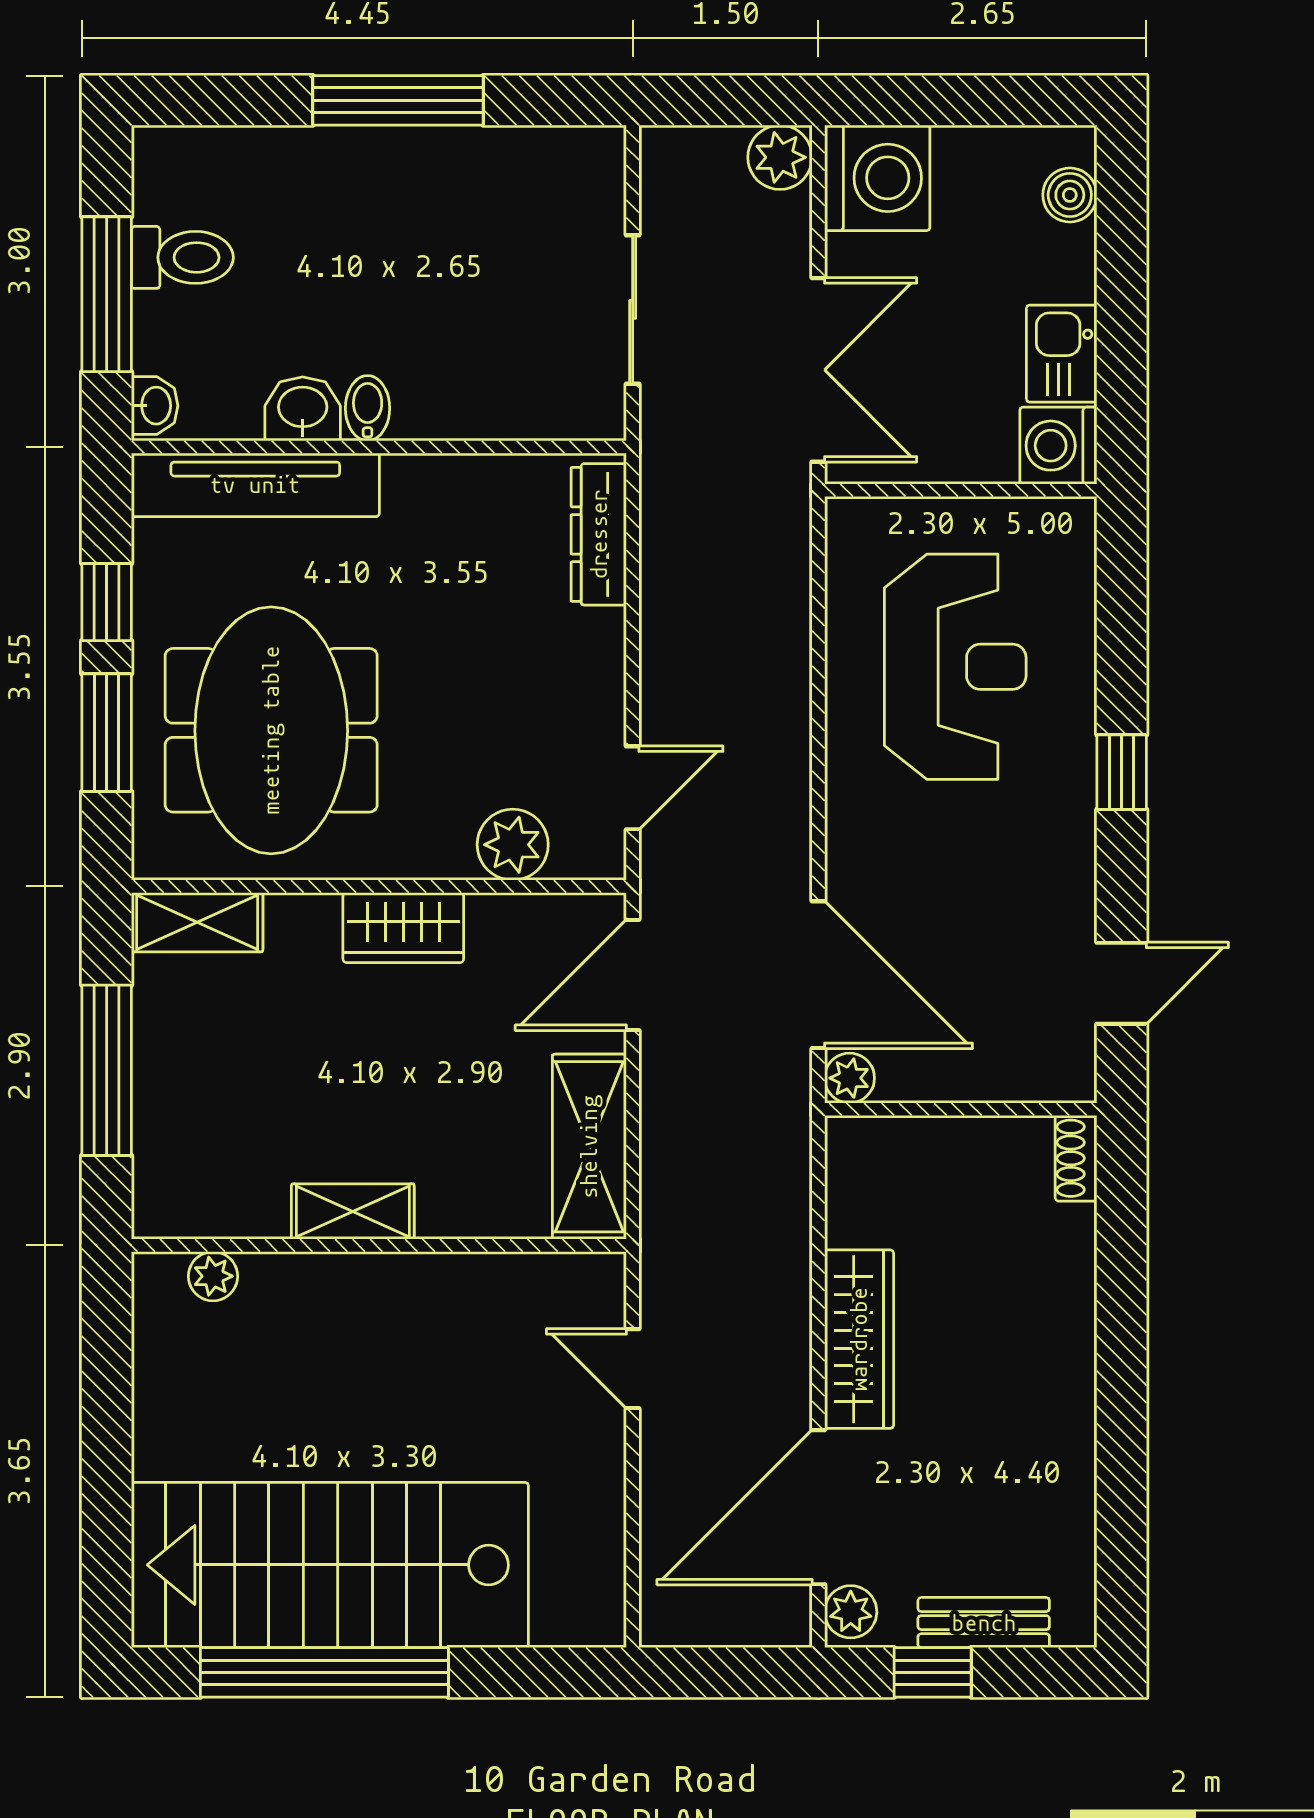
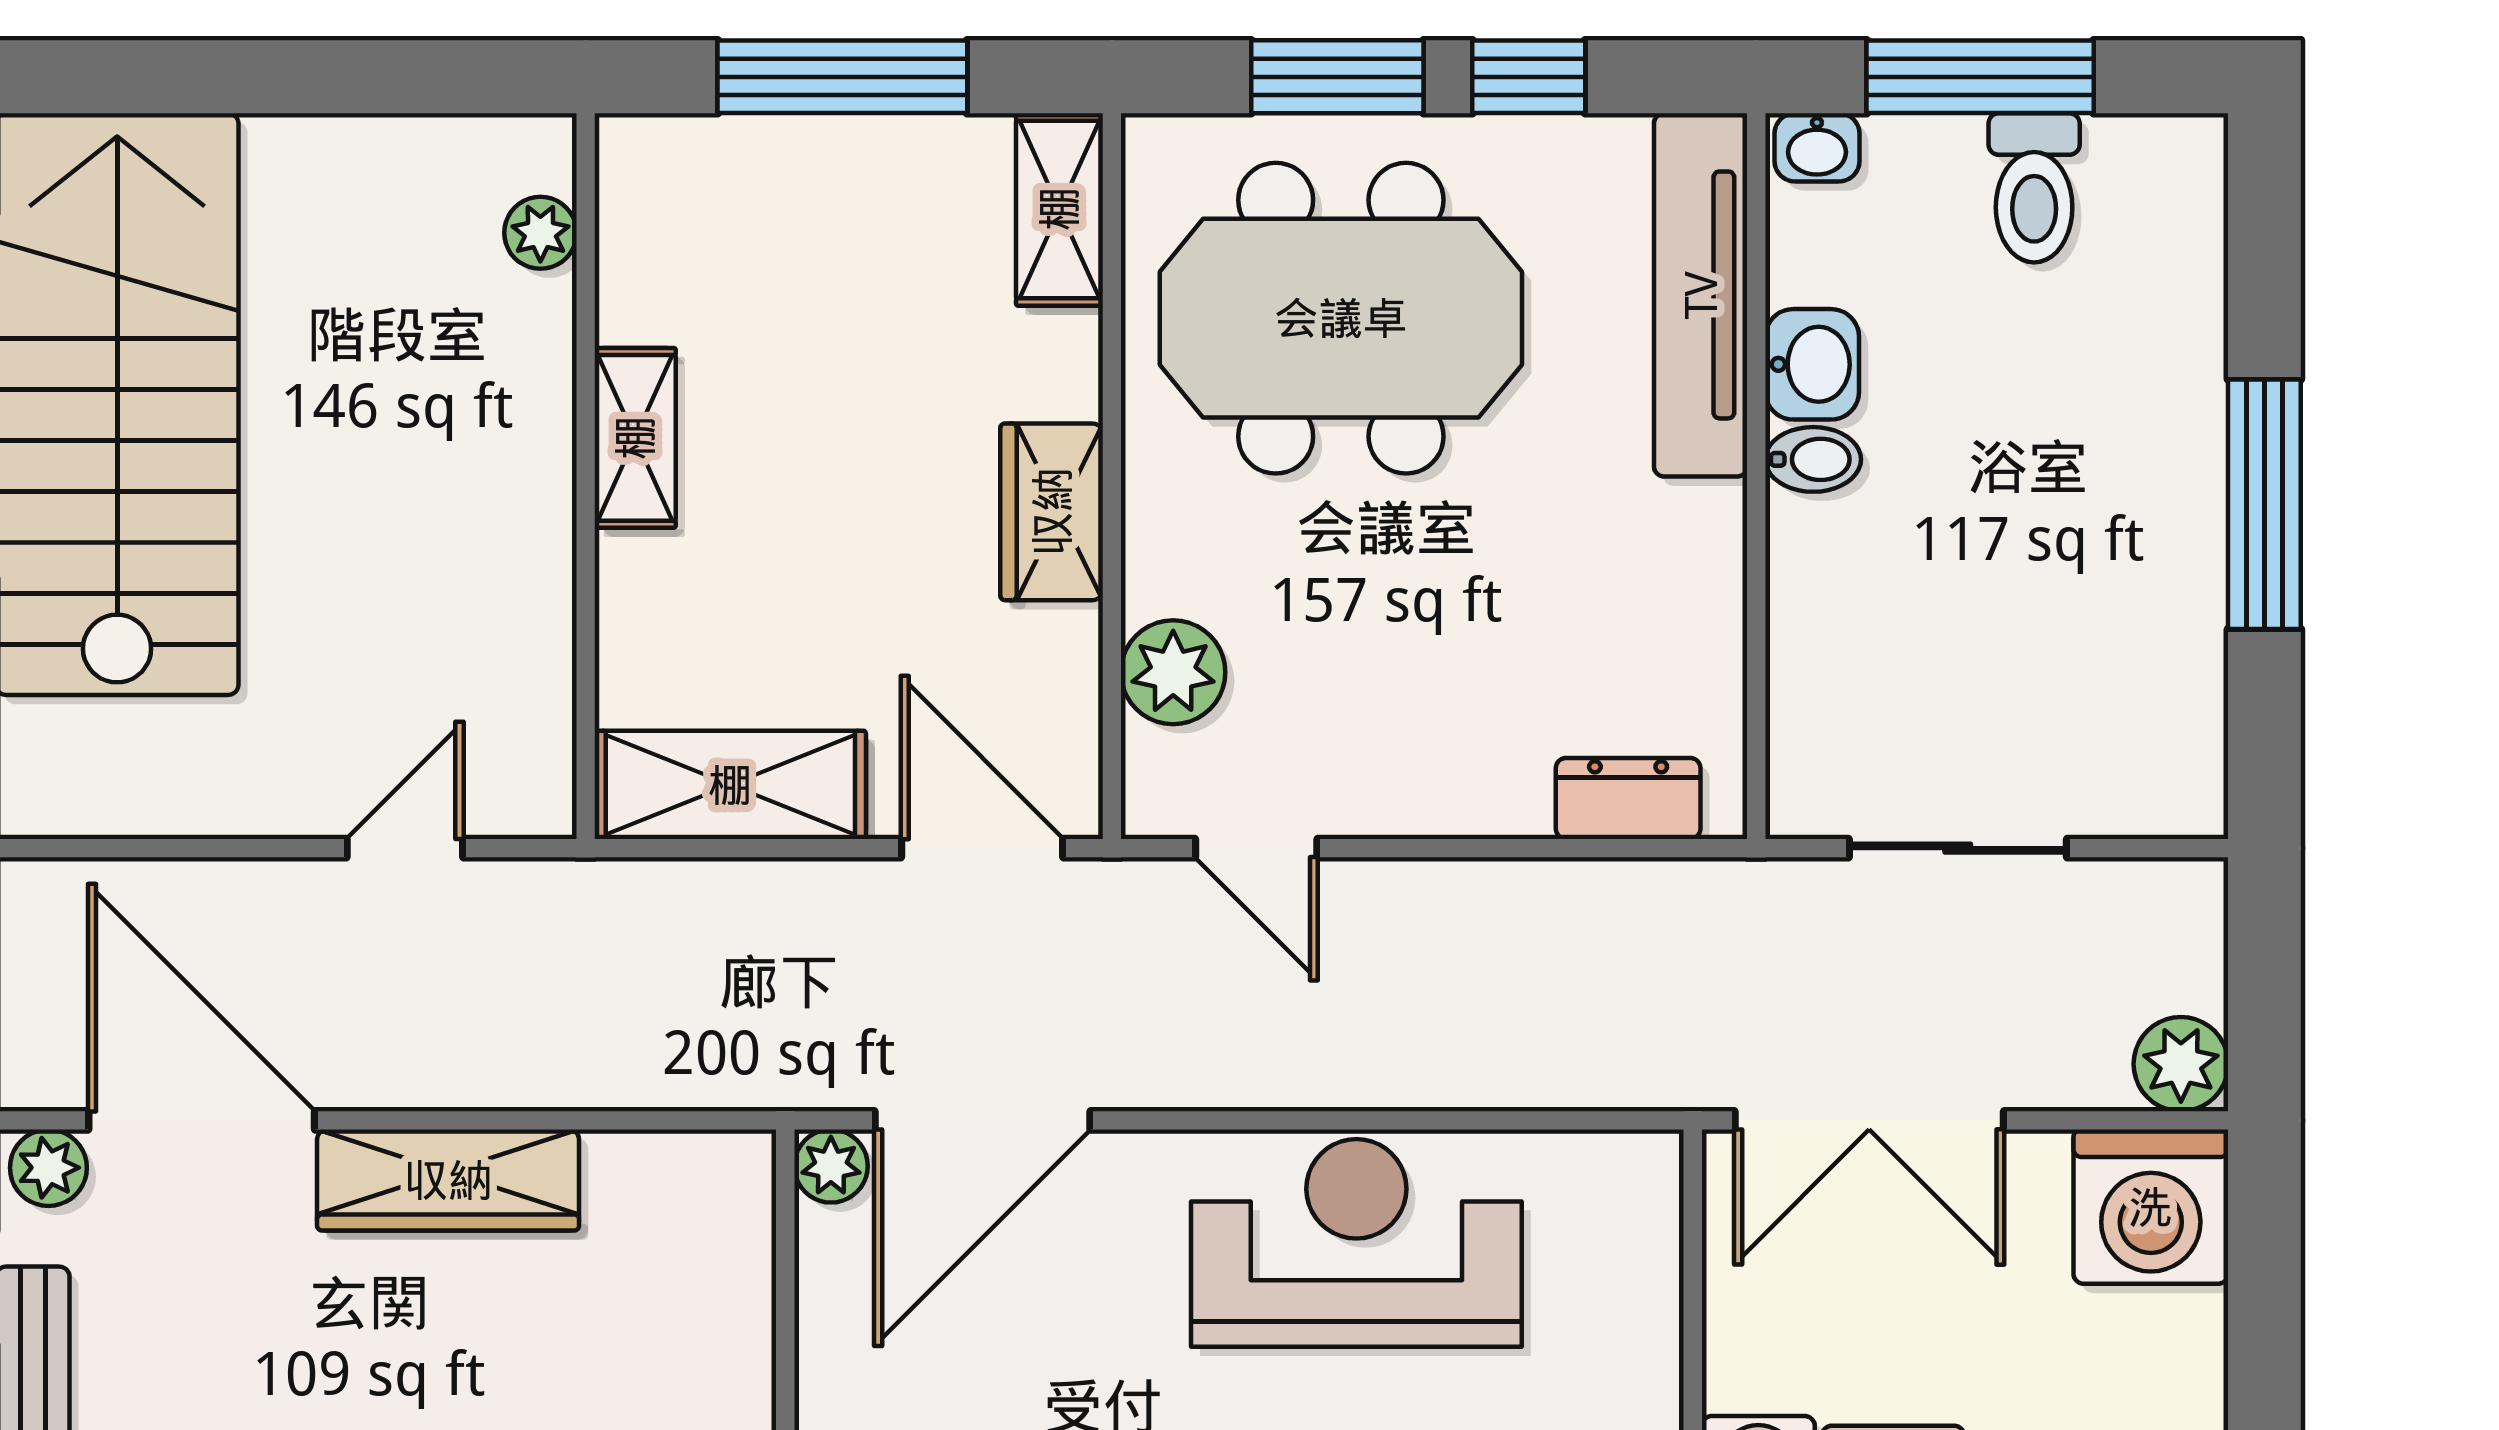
dresser: (599, 534) -> (1628, 798), width x0.70
reception desk: (955, 667) -> (1356, 1243), moved, turned 180

